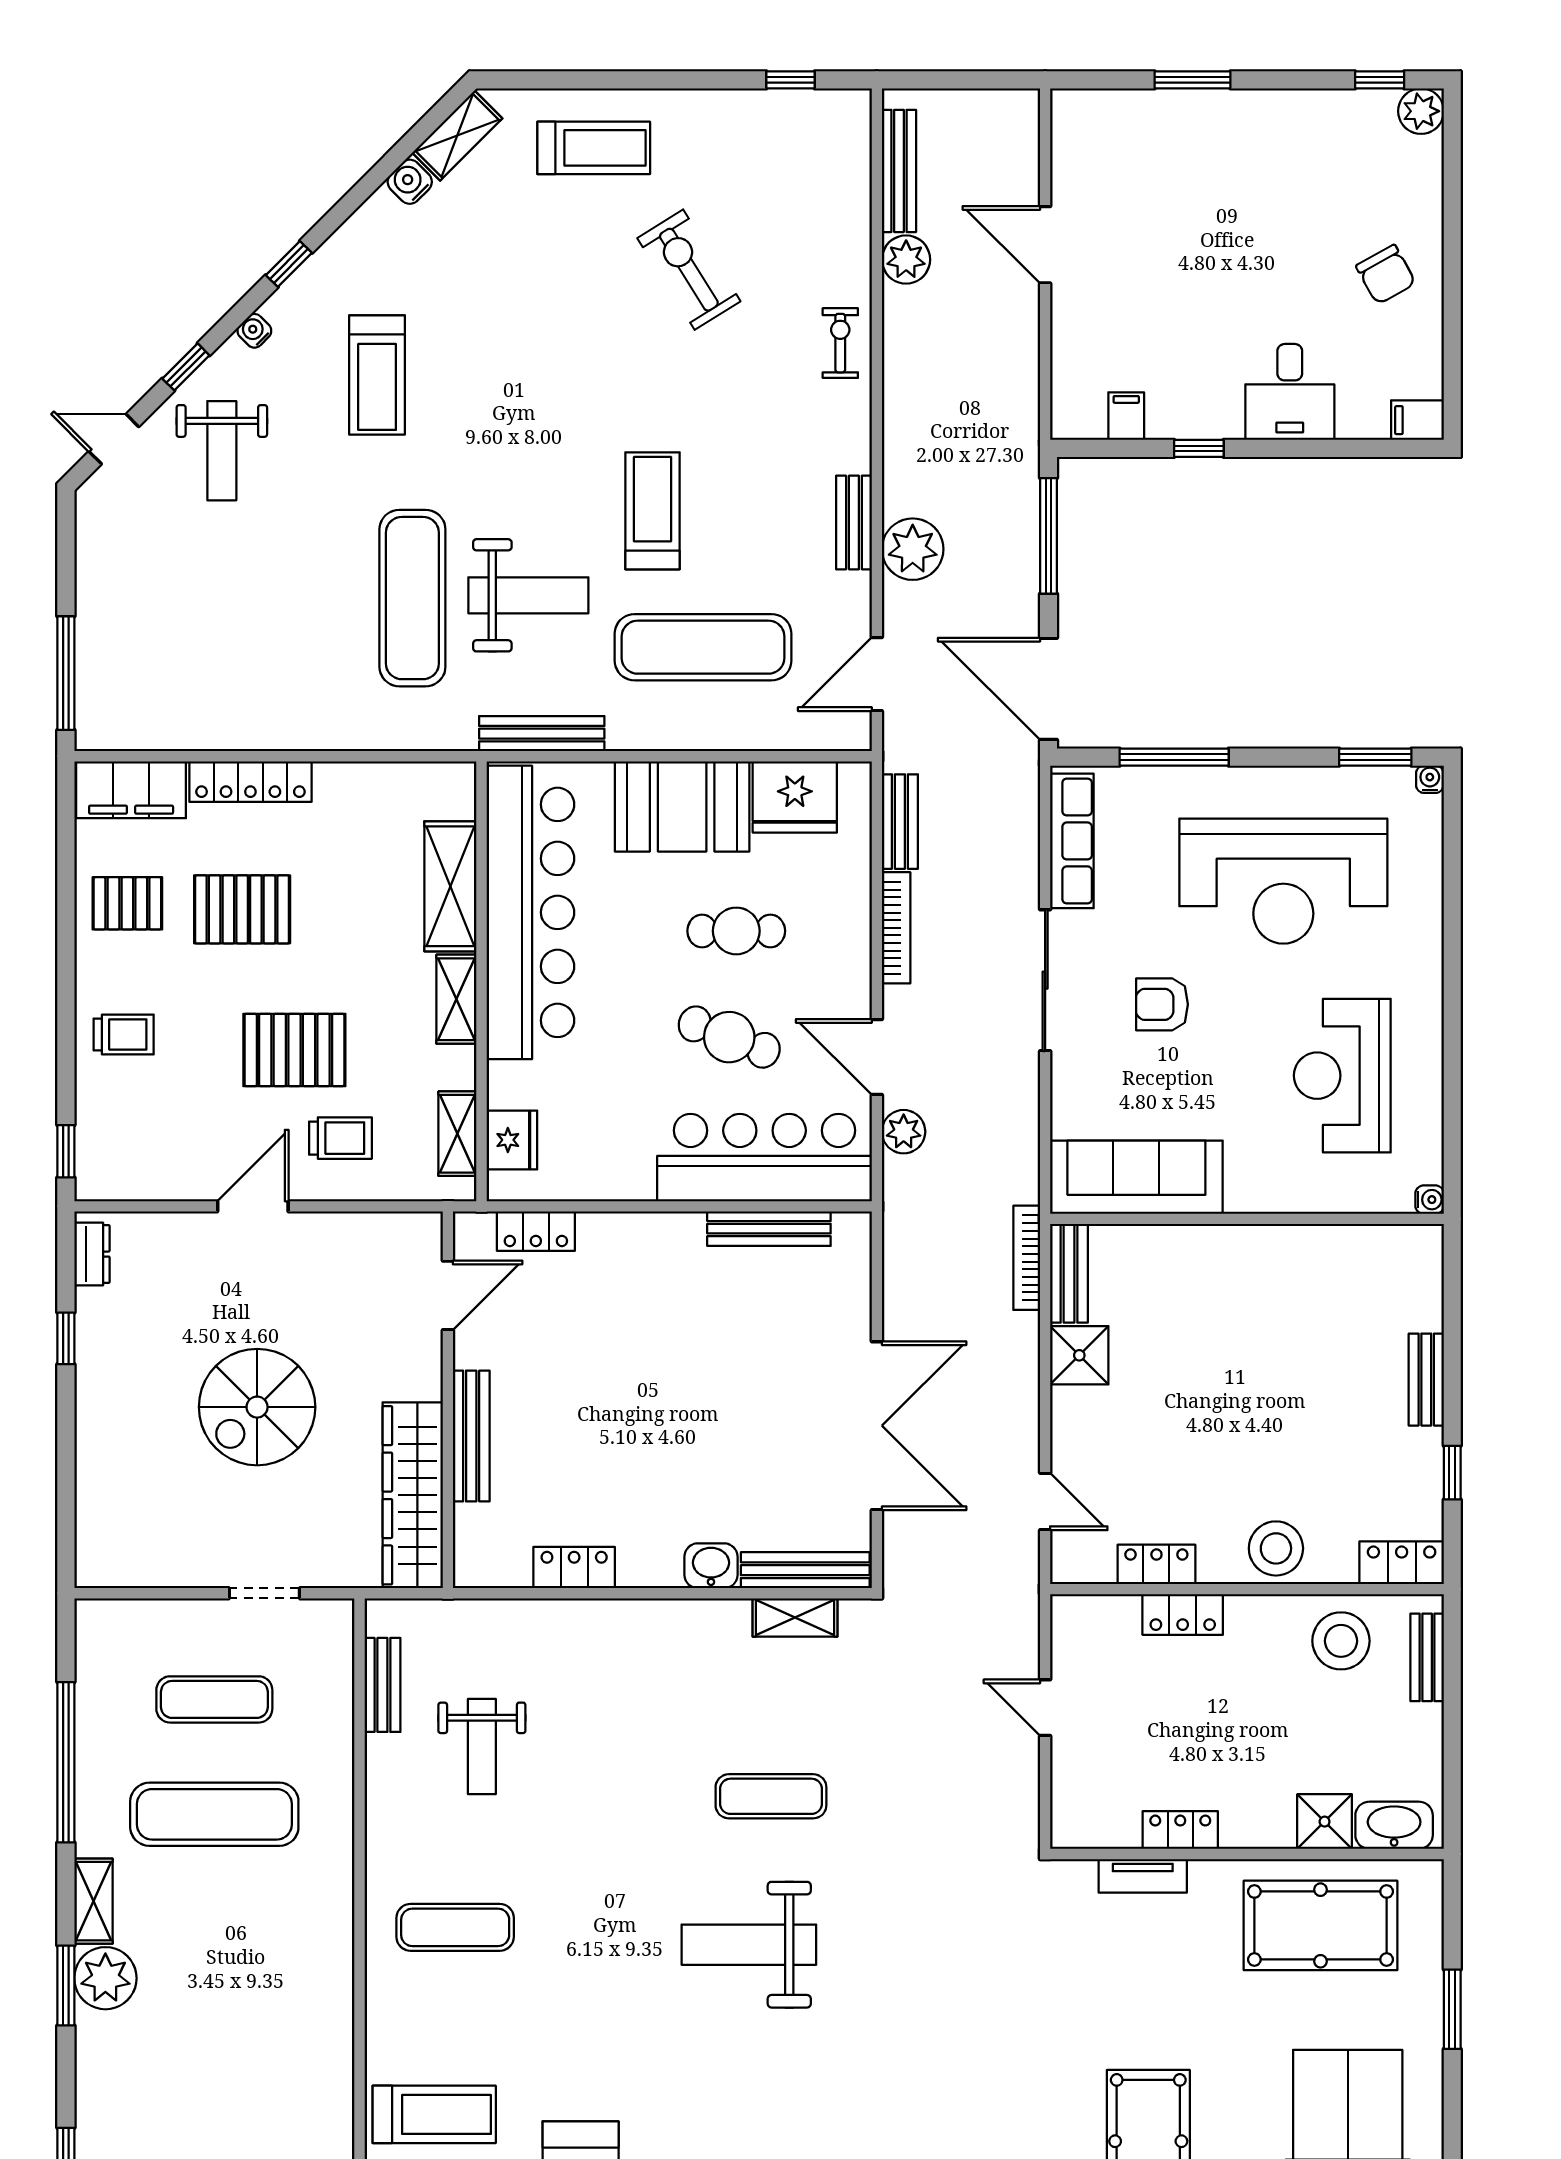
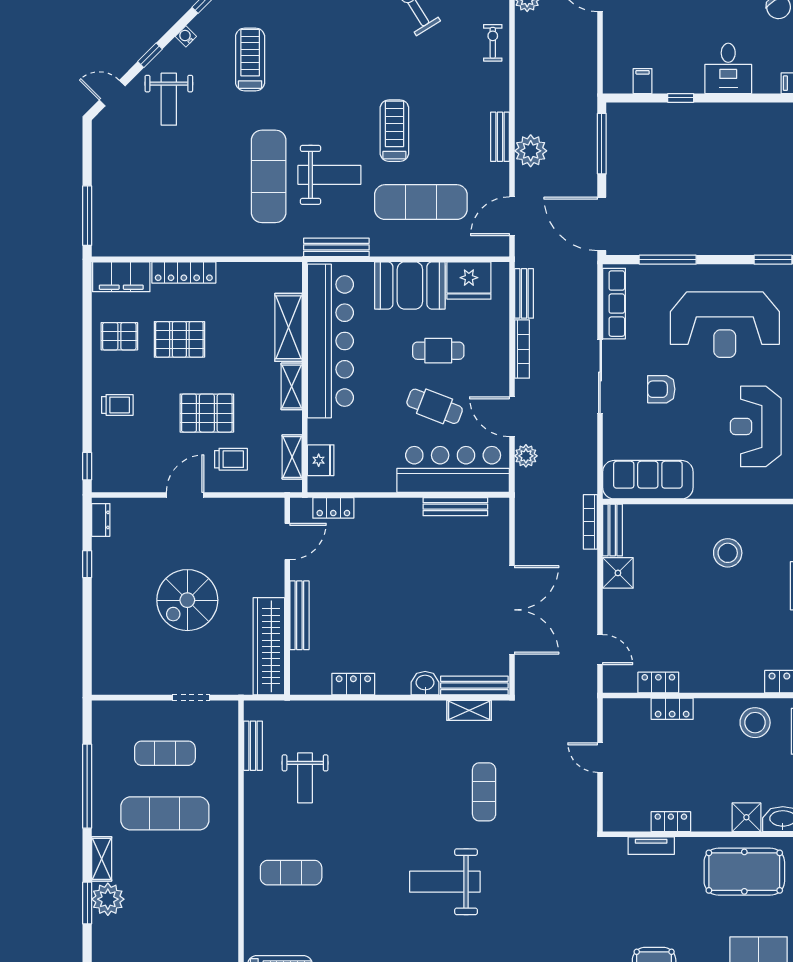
treadmill: (377, 375) -> (250, 60), turned 180
stool: (1276, 1548) -> (728, 553), moved
exercise mat: (771, 1796) -> (484, 792), moved, turned 90

